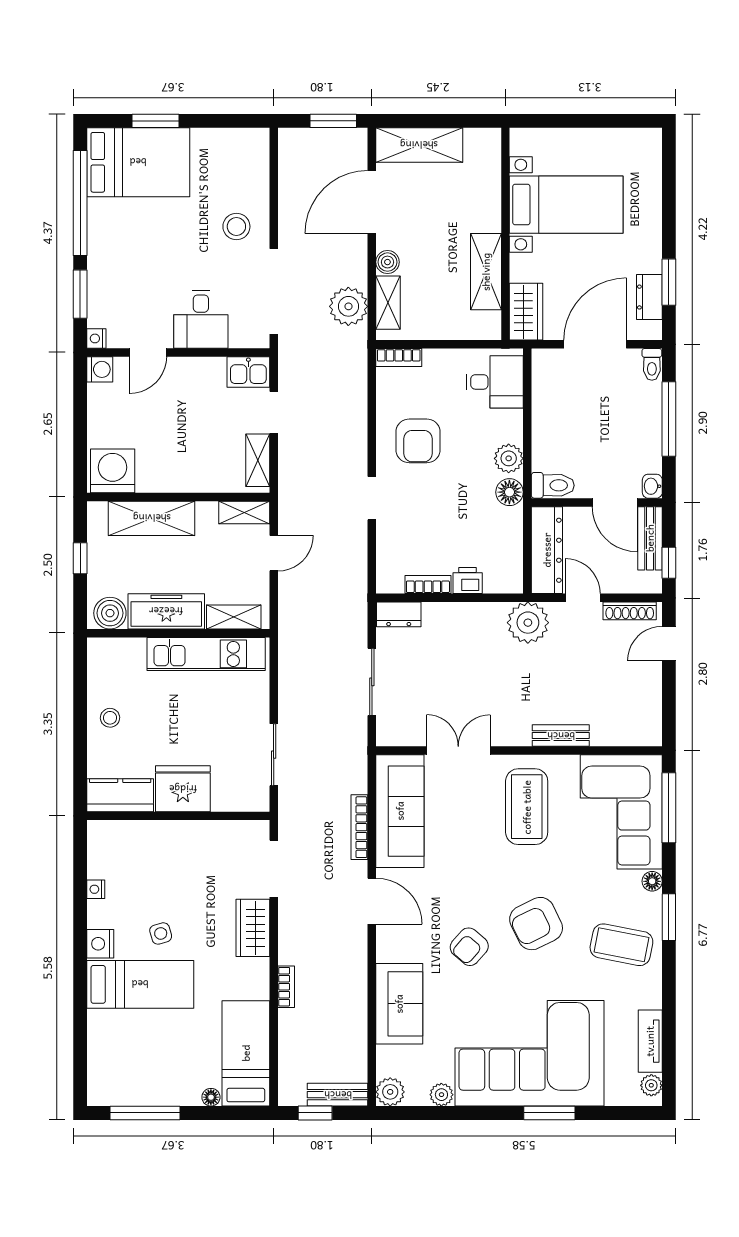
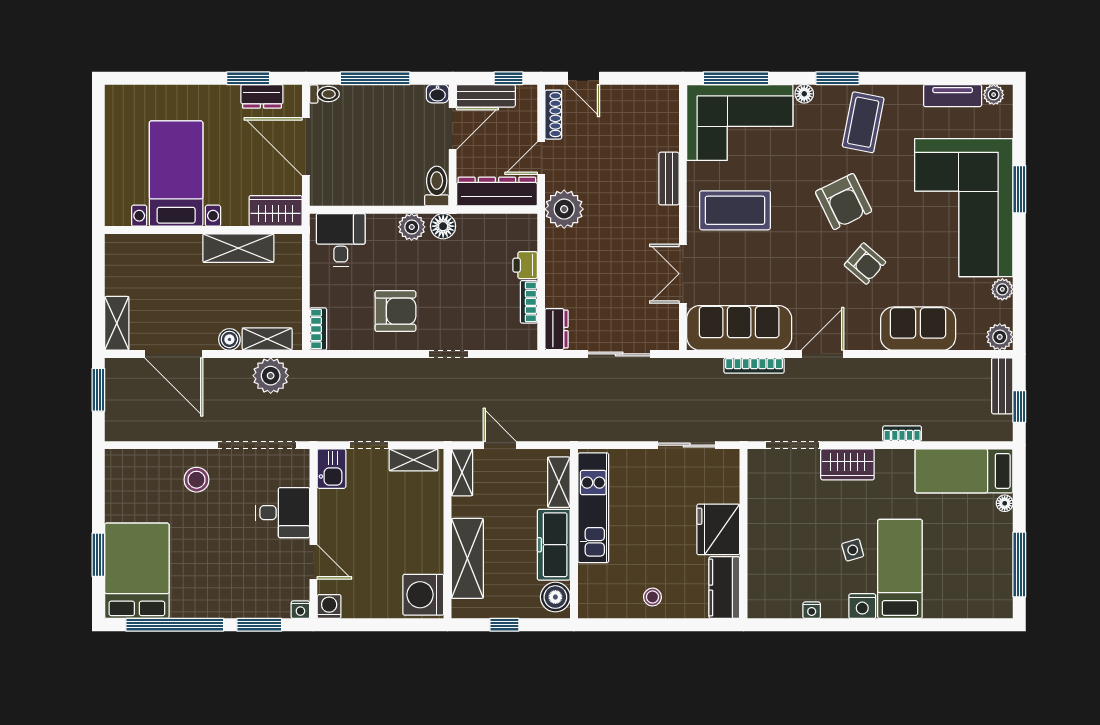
shelving: (419, 145) -> (117, 323), width x0.67, depth x0.75

